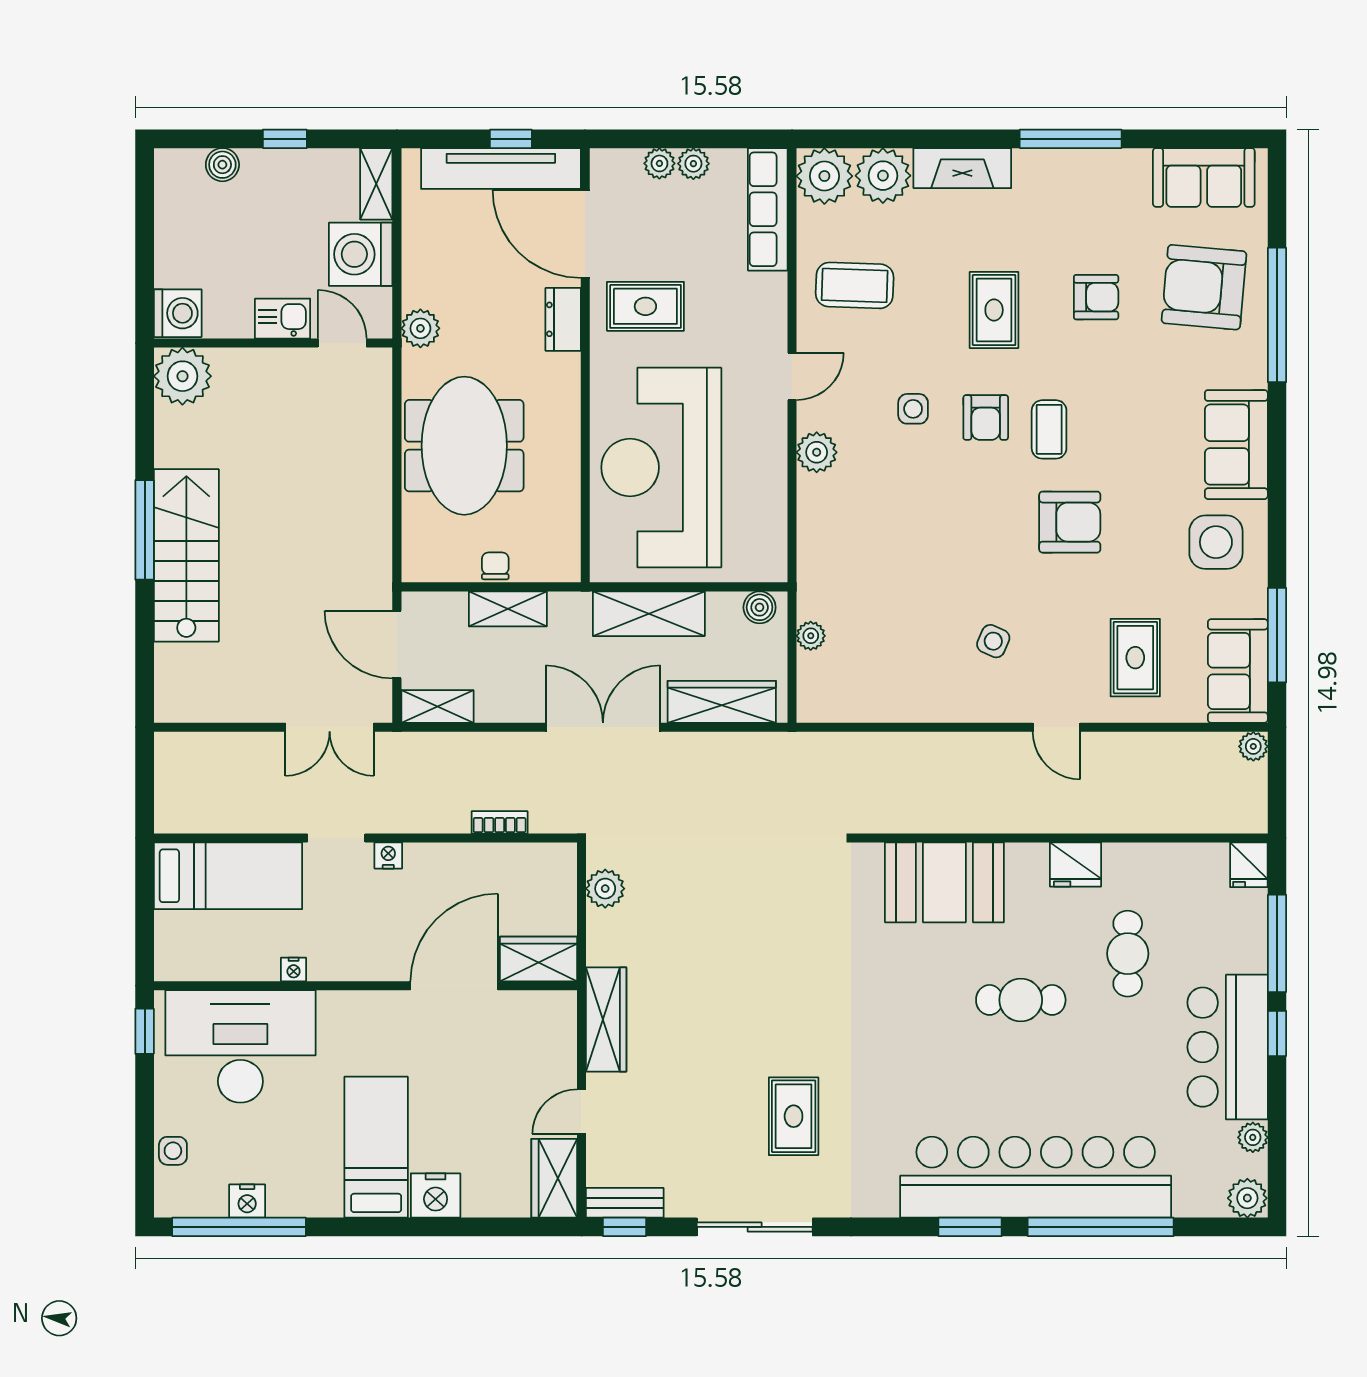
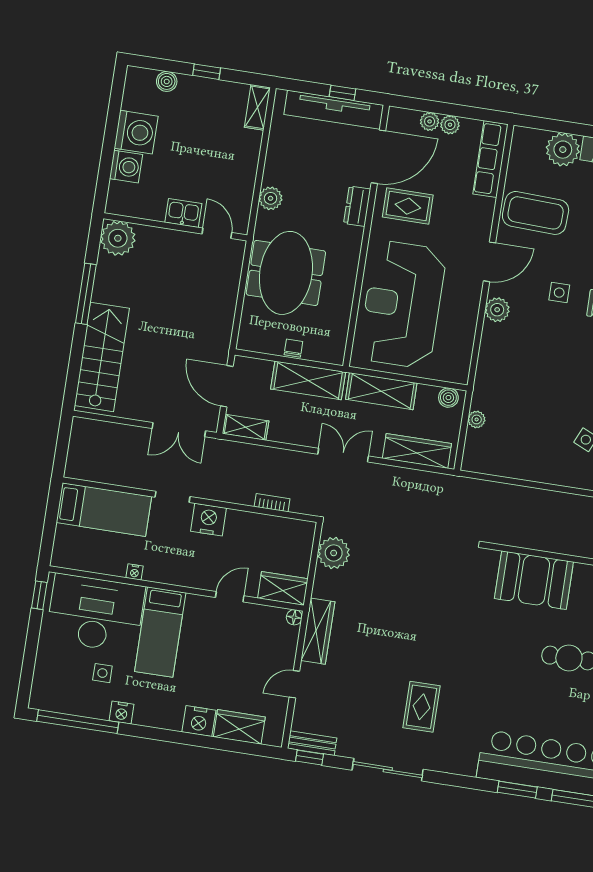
plant: (824, 176) -> (528, 144), removed
door: (585, 234) -> (378, 157), swing flipped
washing machine: (361, 254) -> (136, 132), moved, turned 180
coffee table: (855, 285) -> (536, 213), width x1.36, depth x1.32
kitchen sink: (283, 319) -> (183, 213), moved
wall: (273, 343) -> (175, 227), moved
door: (342, 343) -> (217, 233), moved
plant: (182, 376) -> (118, 238), moved
door: (792, 376) -> (489, 262), width x1.38
stairs: (186, 555) -> (102, 357), moved
shelving: (508, 609) -> (308, 380), width x1.50, depth x1.33
double door: (603, 727) -> (343, 455), width x0.73
nightstand: (388, 855) -> (209, 520), width x1.89, depth x1.79
plant: (605, 889) -> (334, 553), width x1.36, depth x1.36
door: (454, 986) -> (230, 597), width x0.53
floor lamp: (564, 1003) -> (294, 617), added
bed: (376, 1147) -> (160, 632), moved, turned 180
side table: (173, 1151) -> (102, 673), moved
wardrobe: (554, 1178) -> (239, 727), moved, turned 90
nightstand: (247, 1201) -> (122, 713), moved

